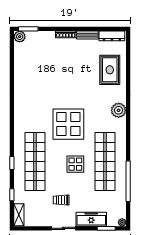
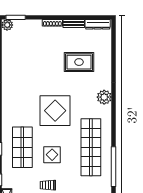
rug: (110, 70) -> (79, 62), moved, turned 90
shop shelf: (35, 161) -> (22, 147), width x0.71
display table: (75, 164) -> (52, 155), moved

